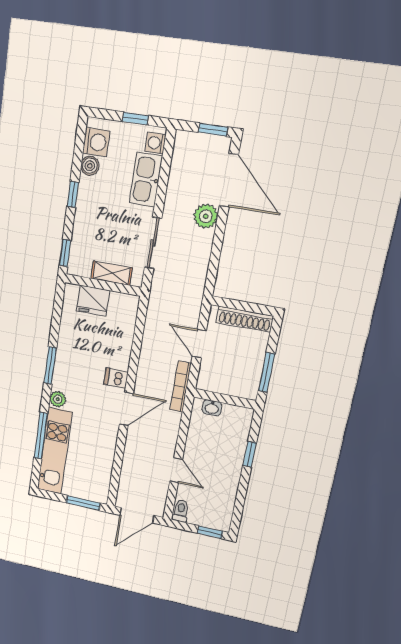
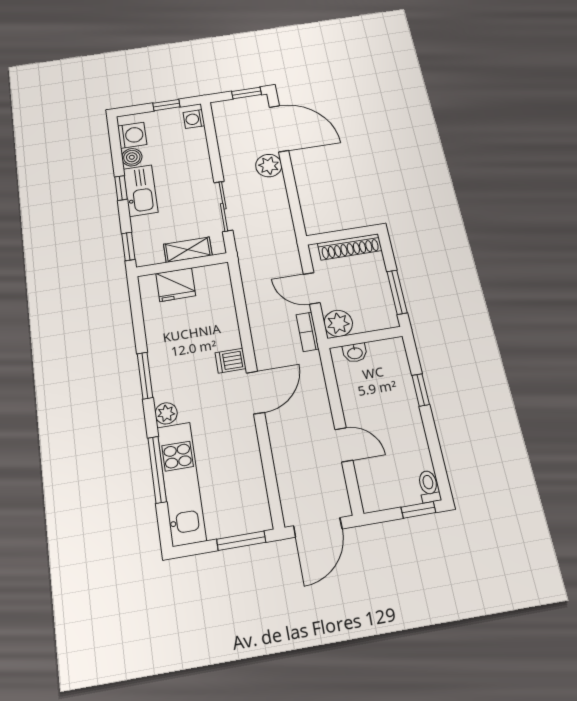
kitchen sink: (146, 180) -> (140, 191), moved, turned 180
plant: (209, 380) -> (338, 323), added
bookcase: (181, 387) -> (308, 332), width x0.64
toilet: (181, 511) -> (429, 486), moved

